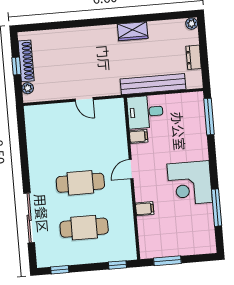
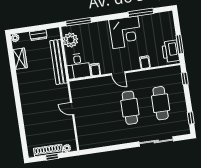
wardrobe: (133, 31) -> (20, 59), moved
door: (84, 99) -> (72, 109), swing flipped
plant: (183, 103) -> (71, 40), added
printer: (158, 247) -> (171, 51), added

